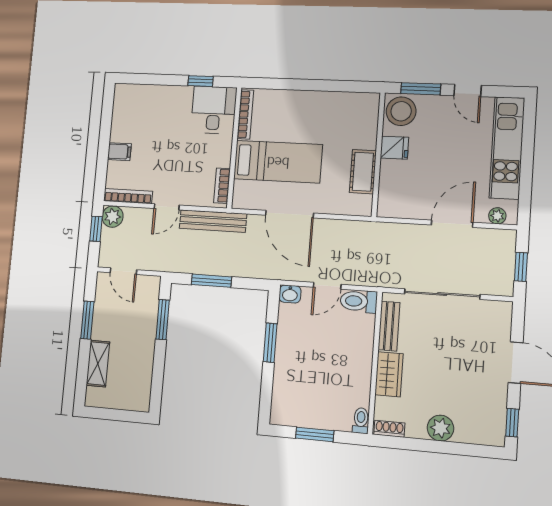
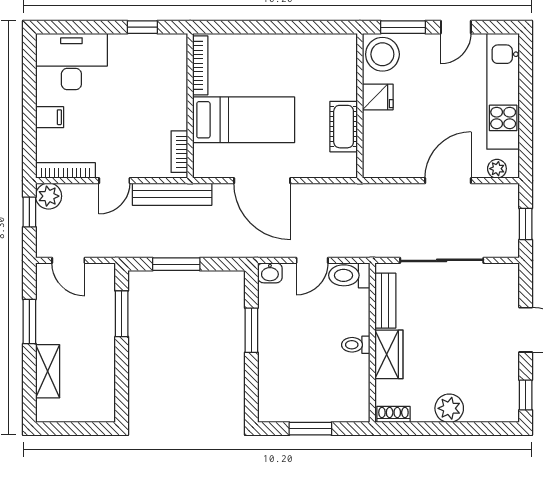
door: (468, 90) -> (456, 27), hinge flipped
desk: (214, 110) -> (71, 62), moved, width x1.37
toilet: (361, 421) -> (356, 345), moved, turned -90

